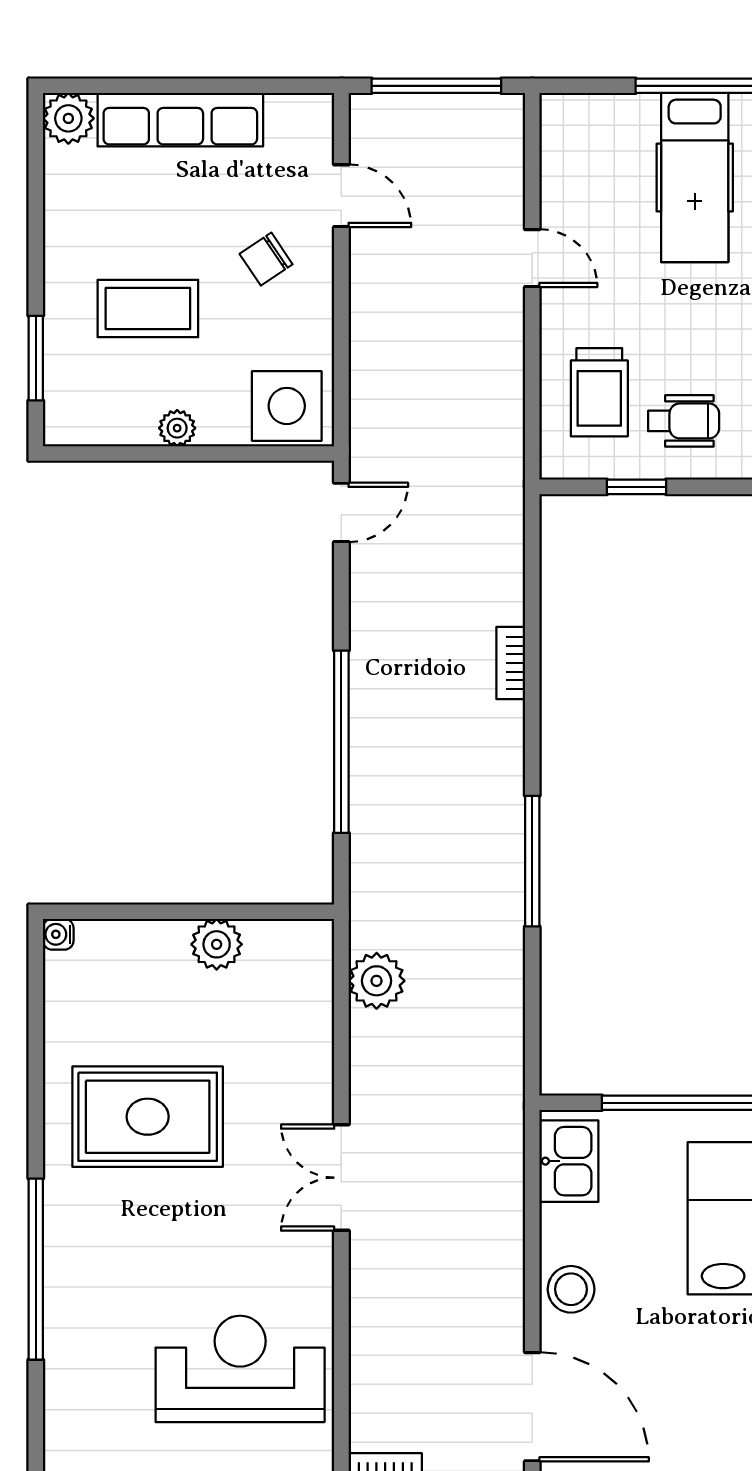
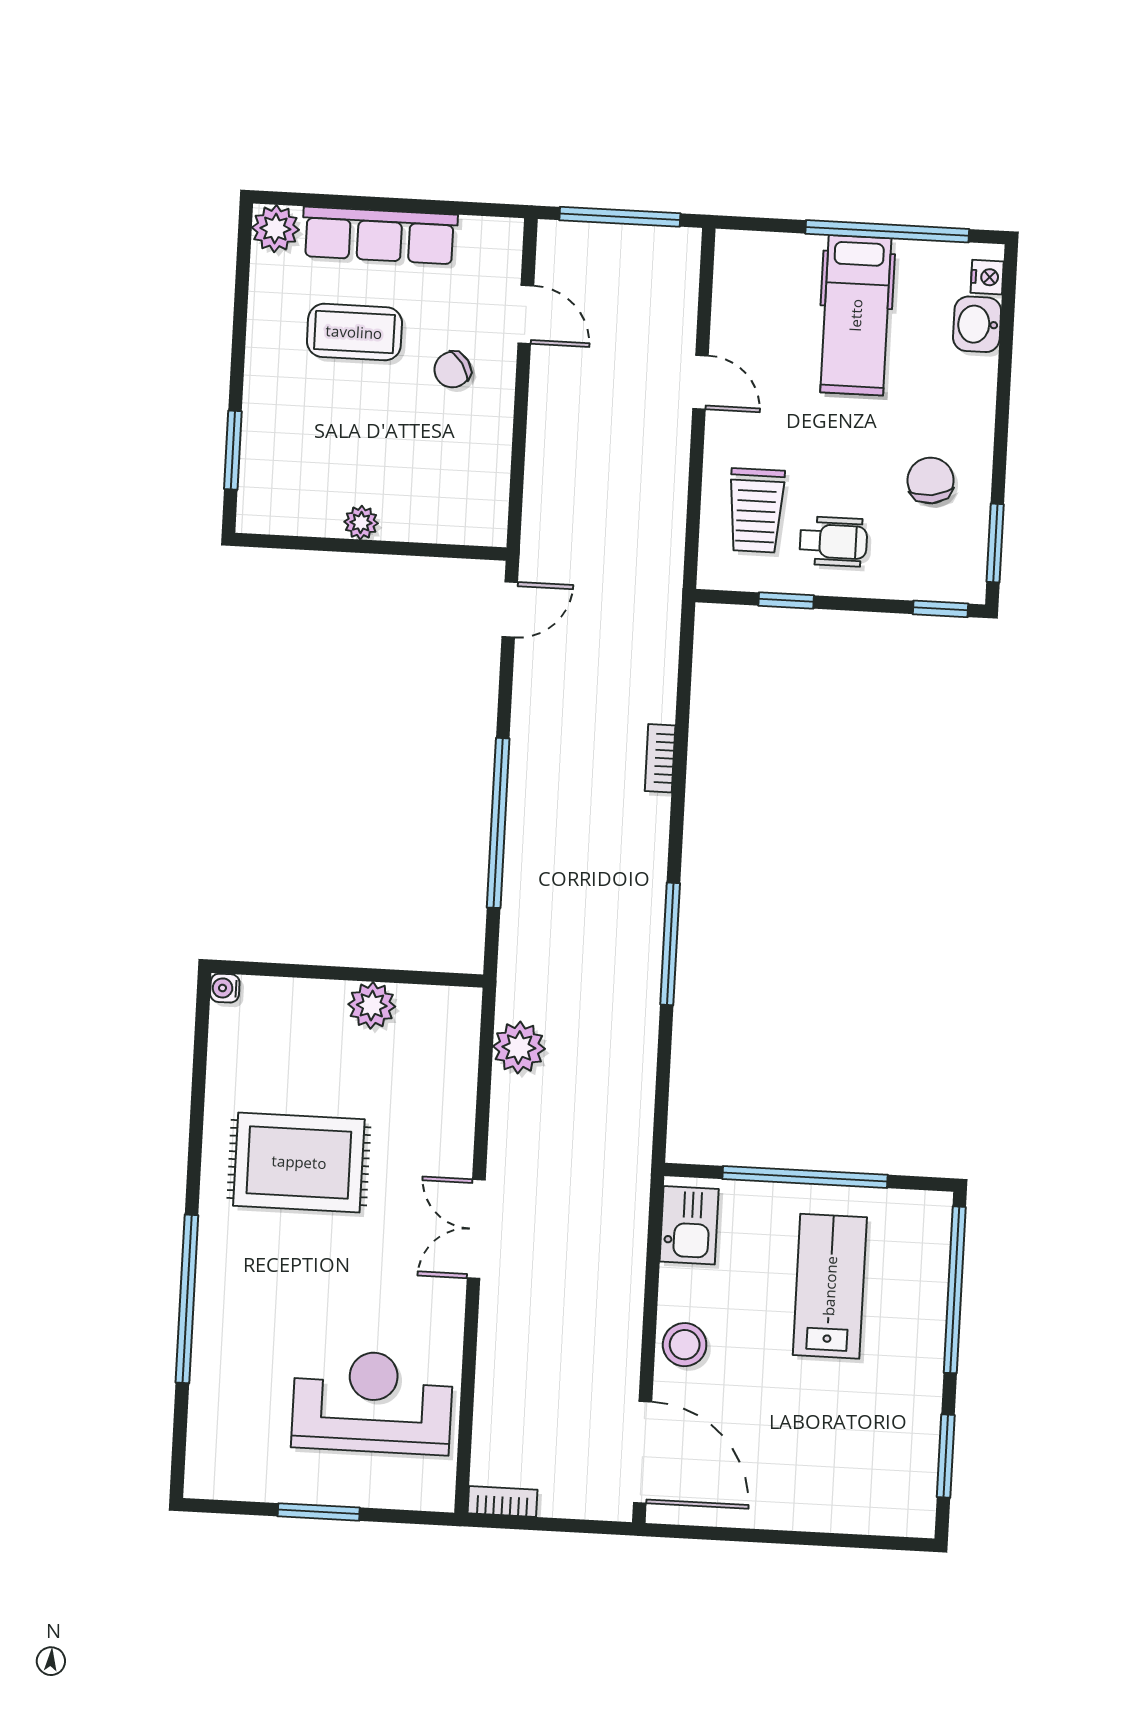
coffee table: (148, 308) -> (354, 332), moved
side table: (287, 406) -> (464, 507), removed

